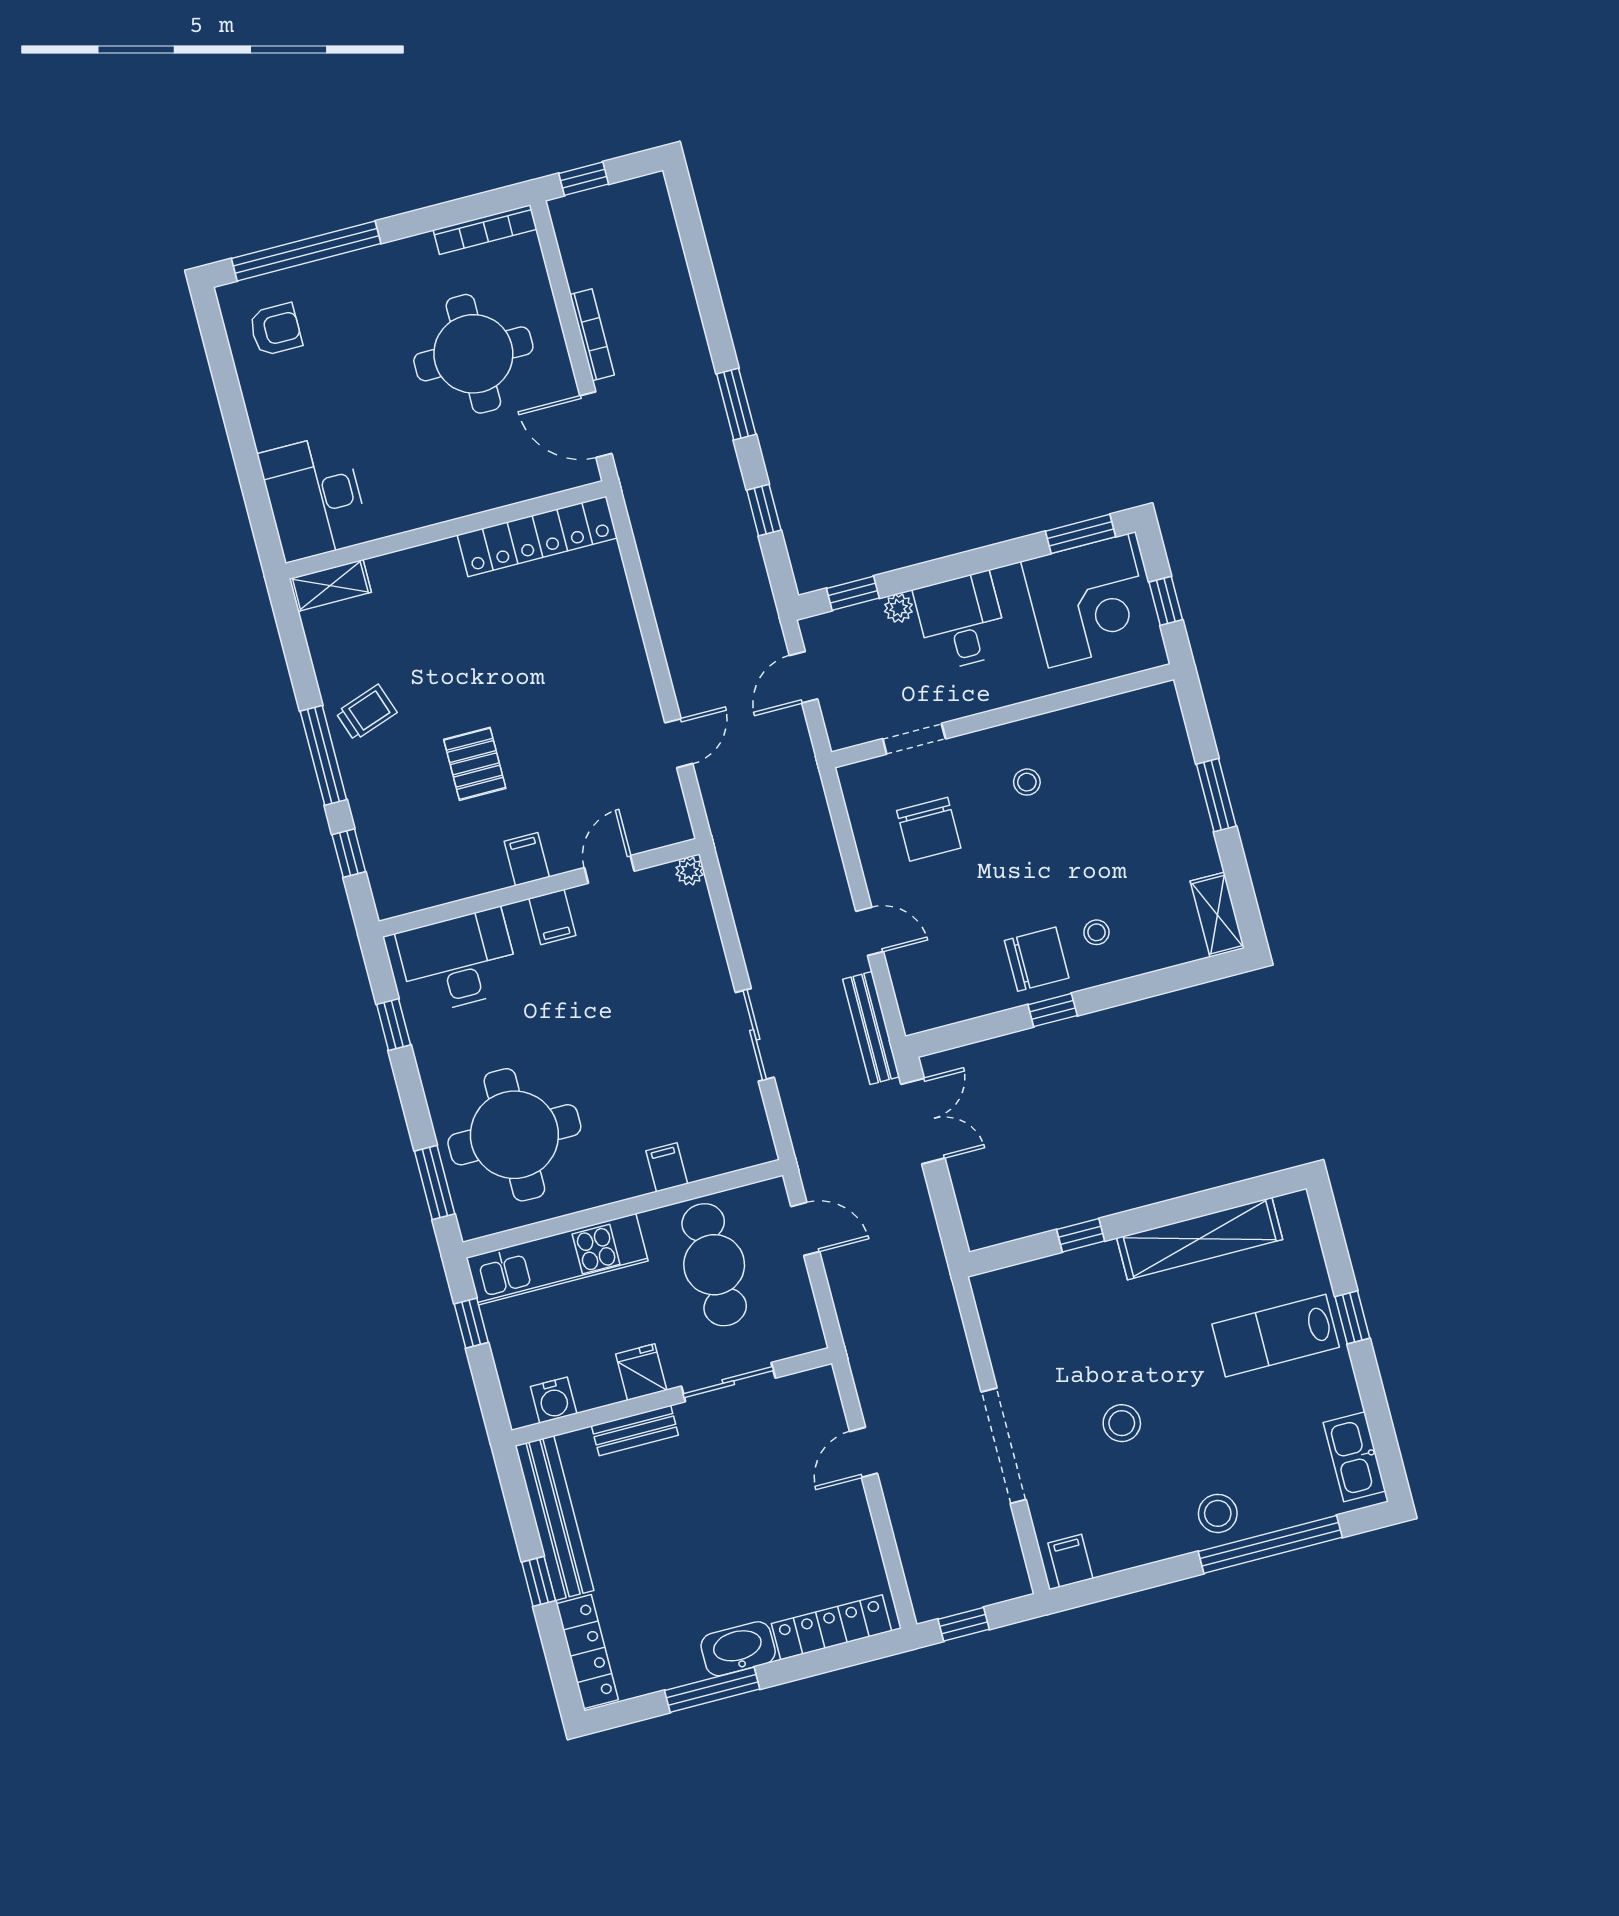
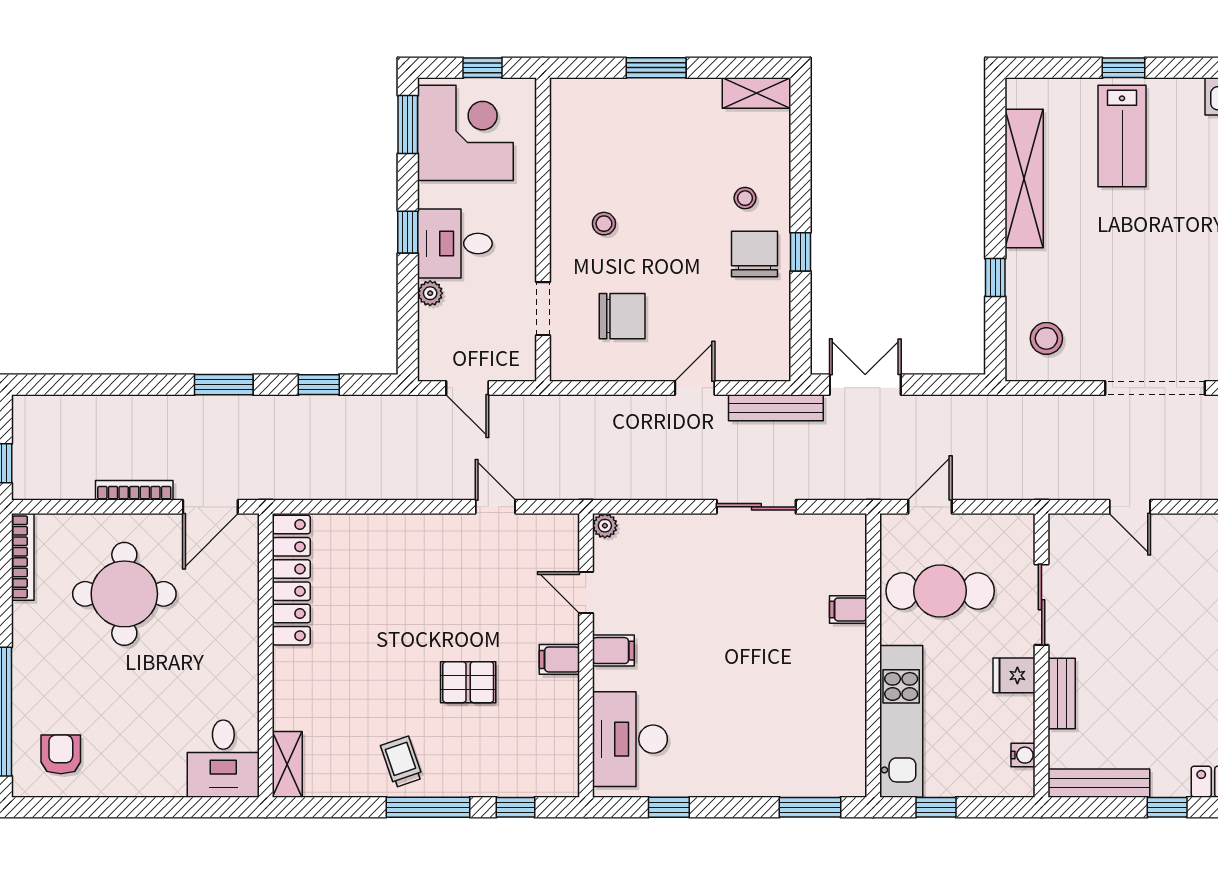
desk: (314, 497) -> (223, 759), width x0.73
window: (853, 593) -> (408, 232), moved
round table: (514, 1135) -> (788, 730), removed
water cooler: (554, 1400) -> (1023, 755), width x0.72, depth x0.72
stool: (1122, 1423) -> (1046, 338), moved
bench: (554, 1518) -> (1099, 783), width x0.73, depth x0.82

